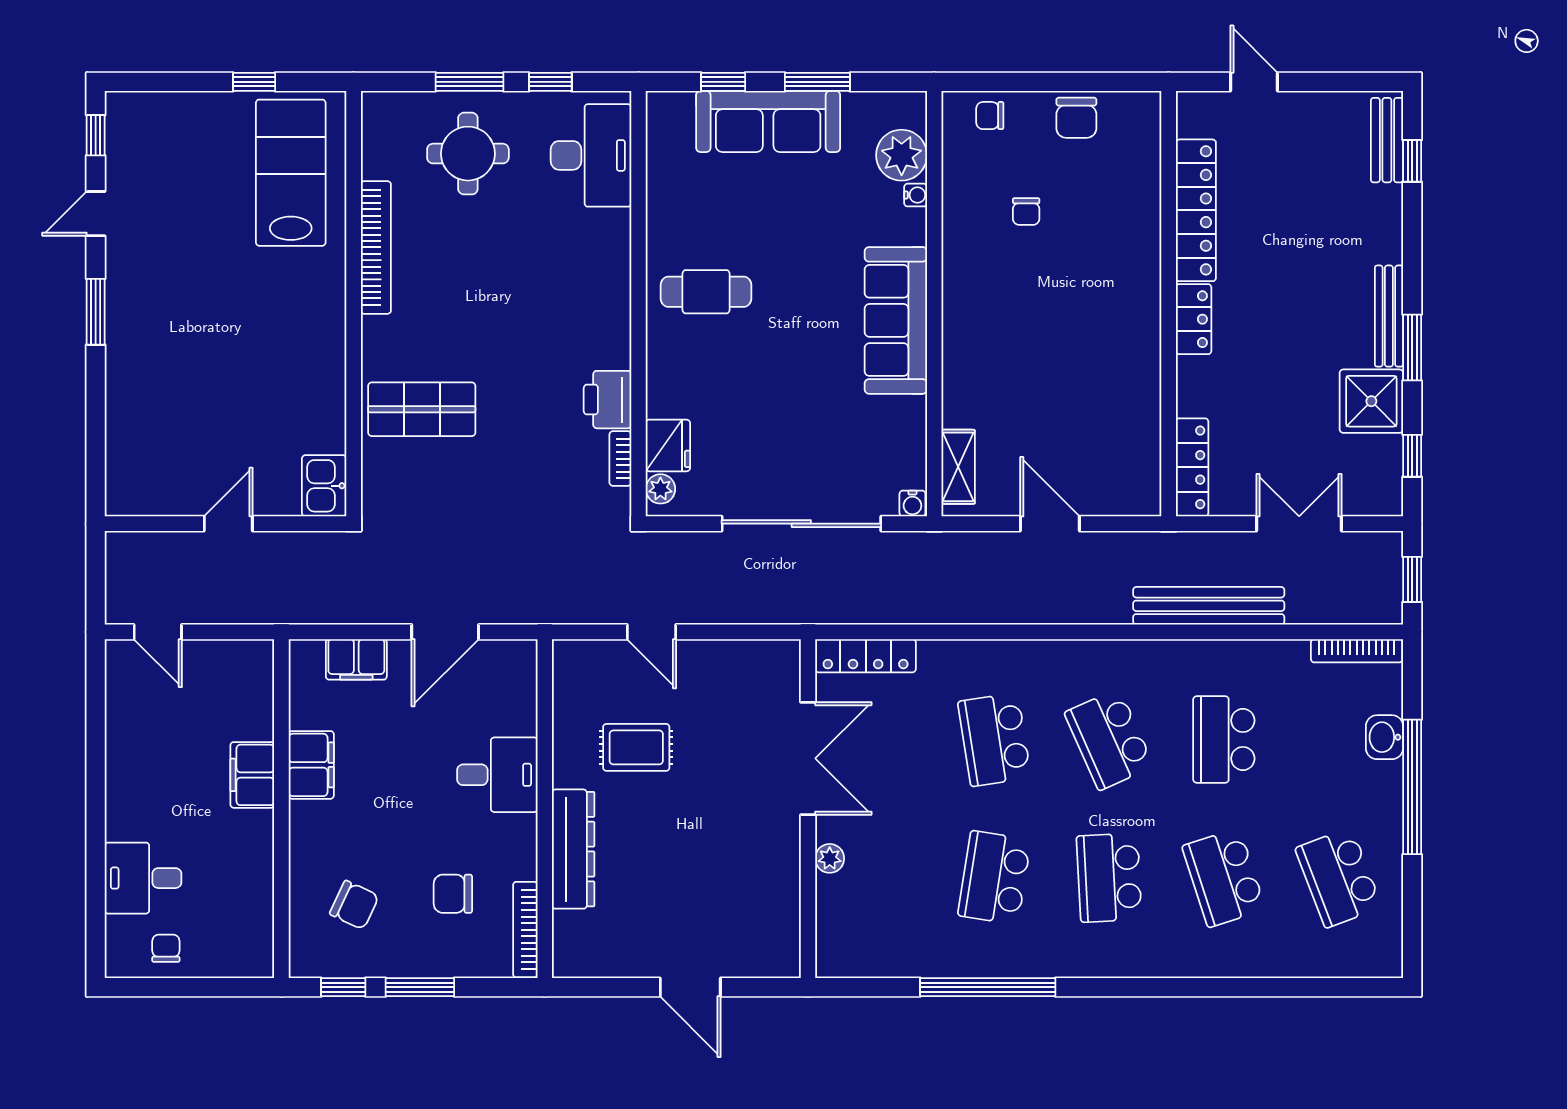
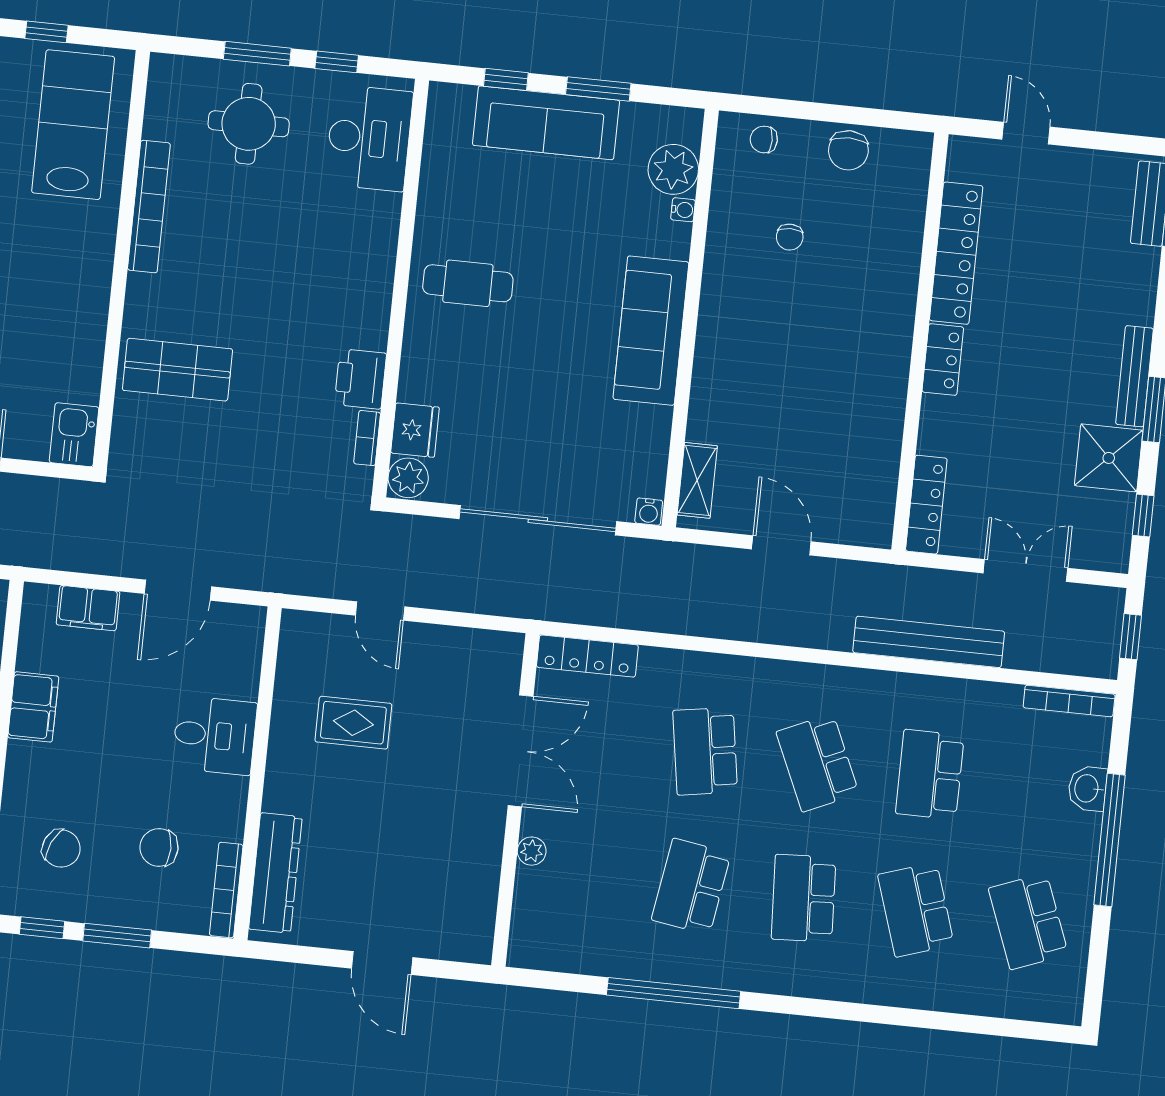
plant: (660, 489) -> (408, 478), width x1.38, depth x1.38
dresser: (573, 849) -> (275, 873), moved

